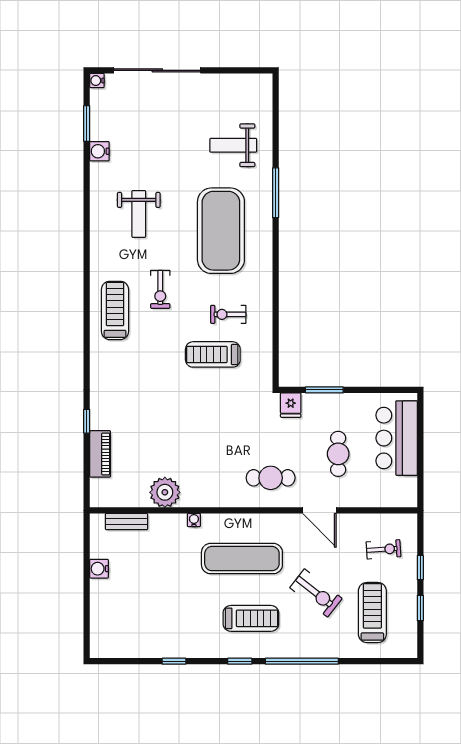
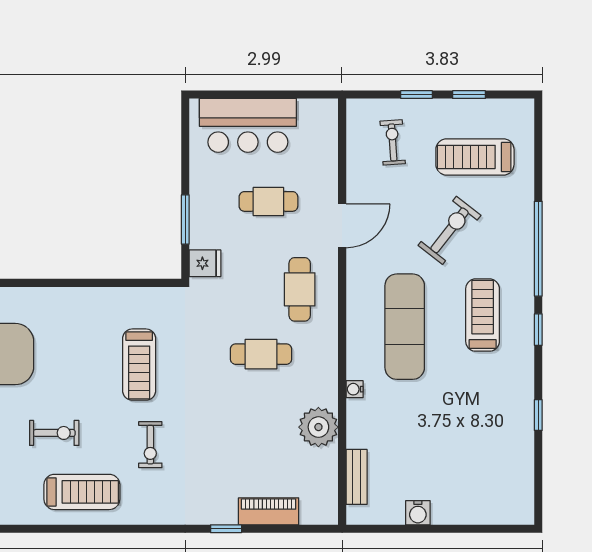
treadmill: (115, 310) -> (82, 492), turned 180
exercise bike: (228, 314) -> (150, 445), moved
cafe table: (221, 448) -> (261, 354), added

